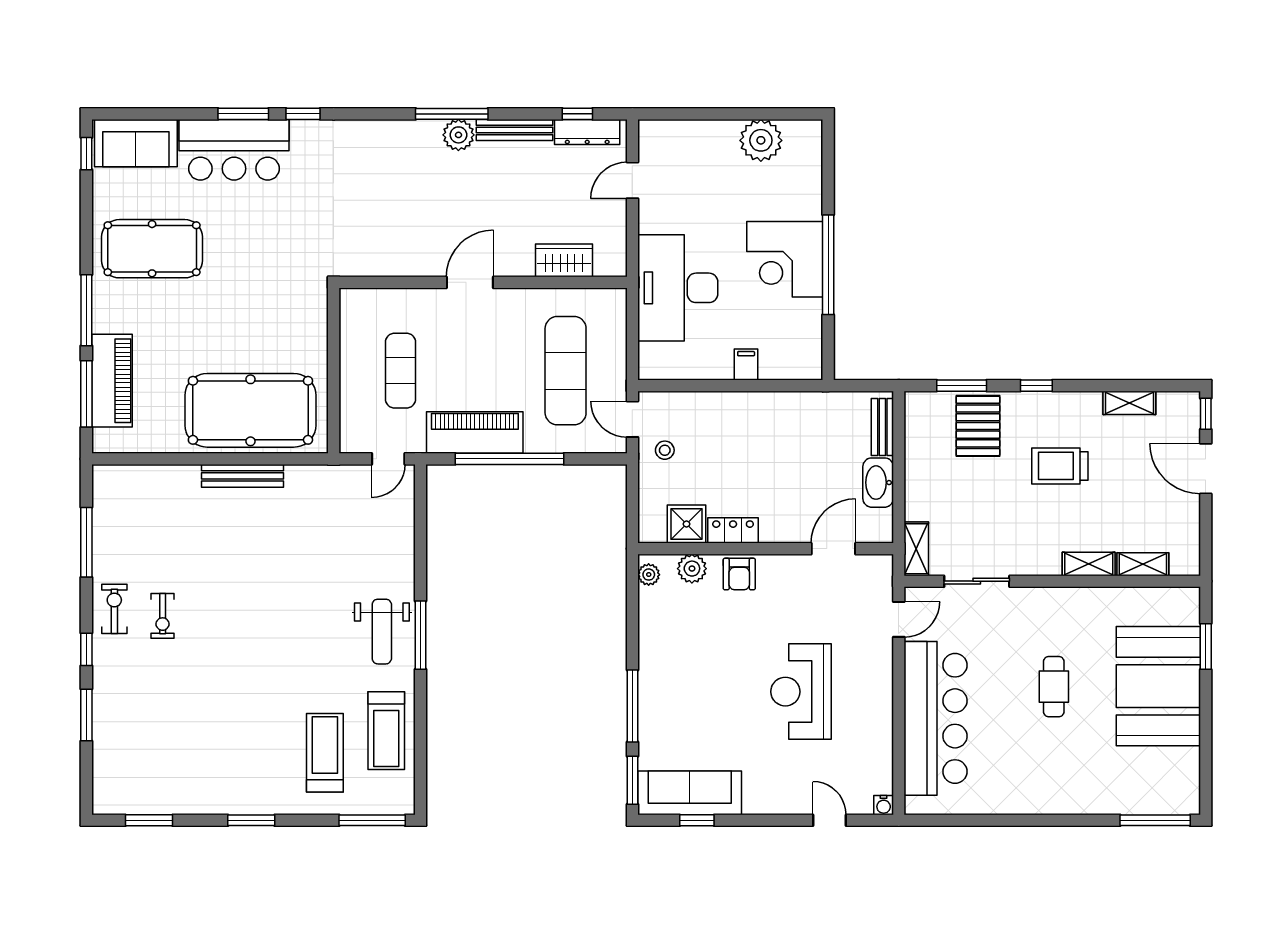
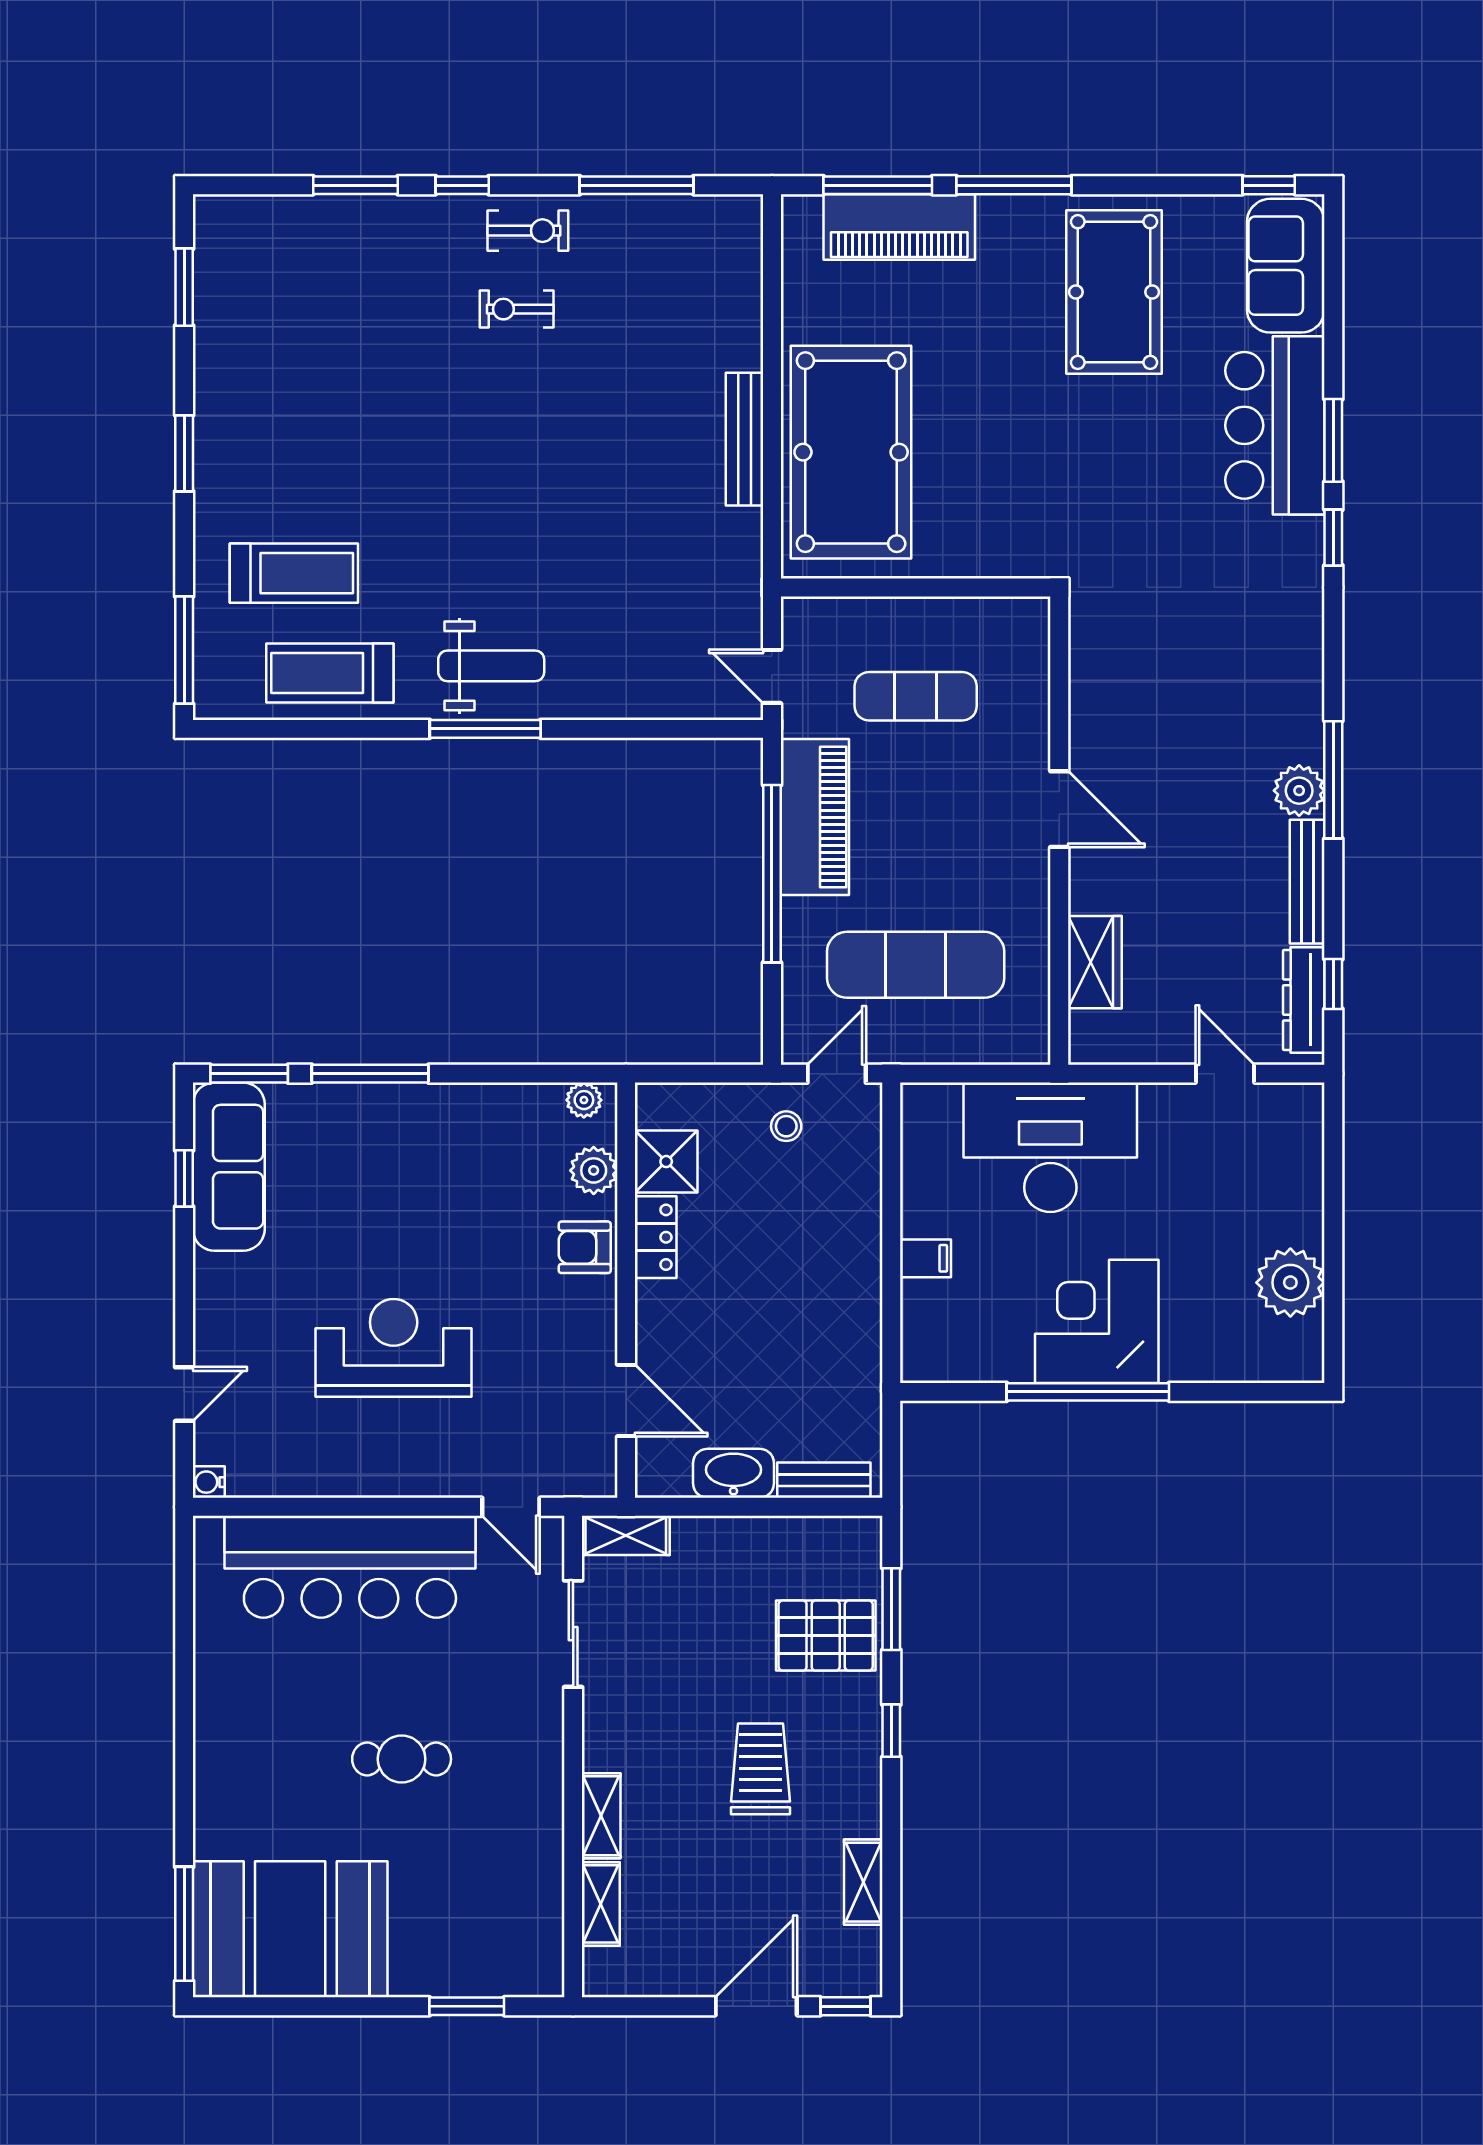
weight bench: (382, 632) -> (491, 666), turned 180
booth: (1158, 686) -> (290, 1929), moved

